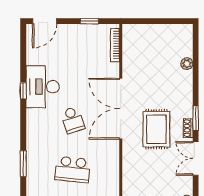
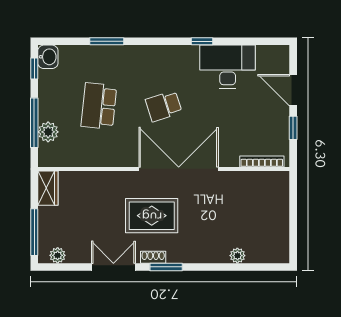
door: (45, 21) -> (293, 90), moved
desk: (43, 87) -> (228, 67), moved

